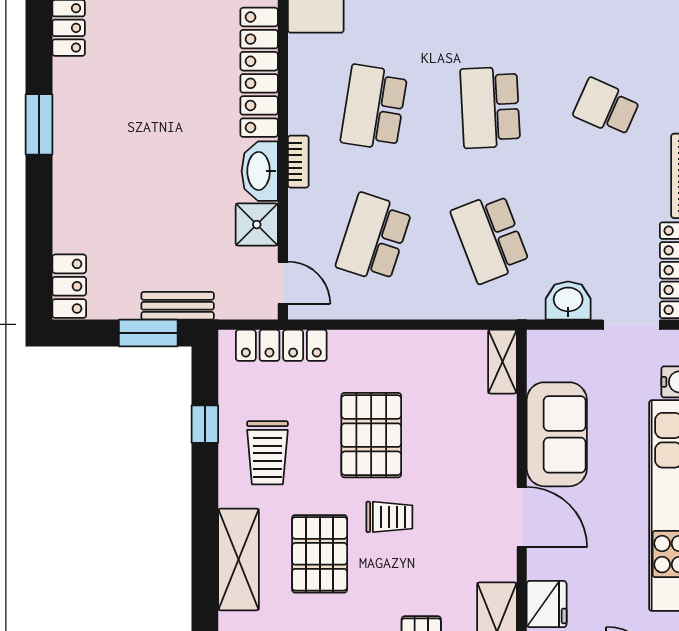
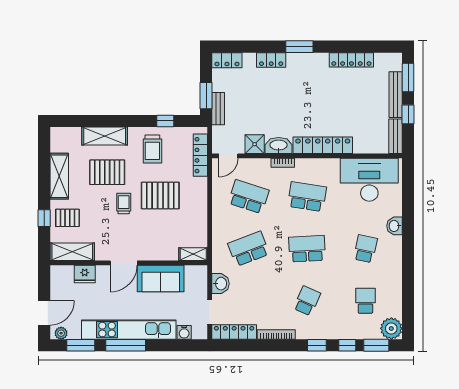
locker: (69, 188) -> (271, 60), added
trolley: (267, 453) -> (152, 149), turned -90
trolley: (389, 517) -> (124, 204), turned 180

